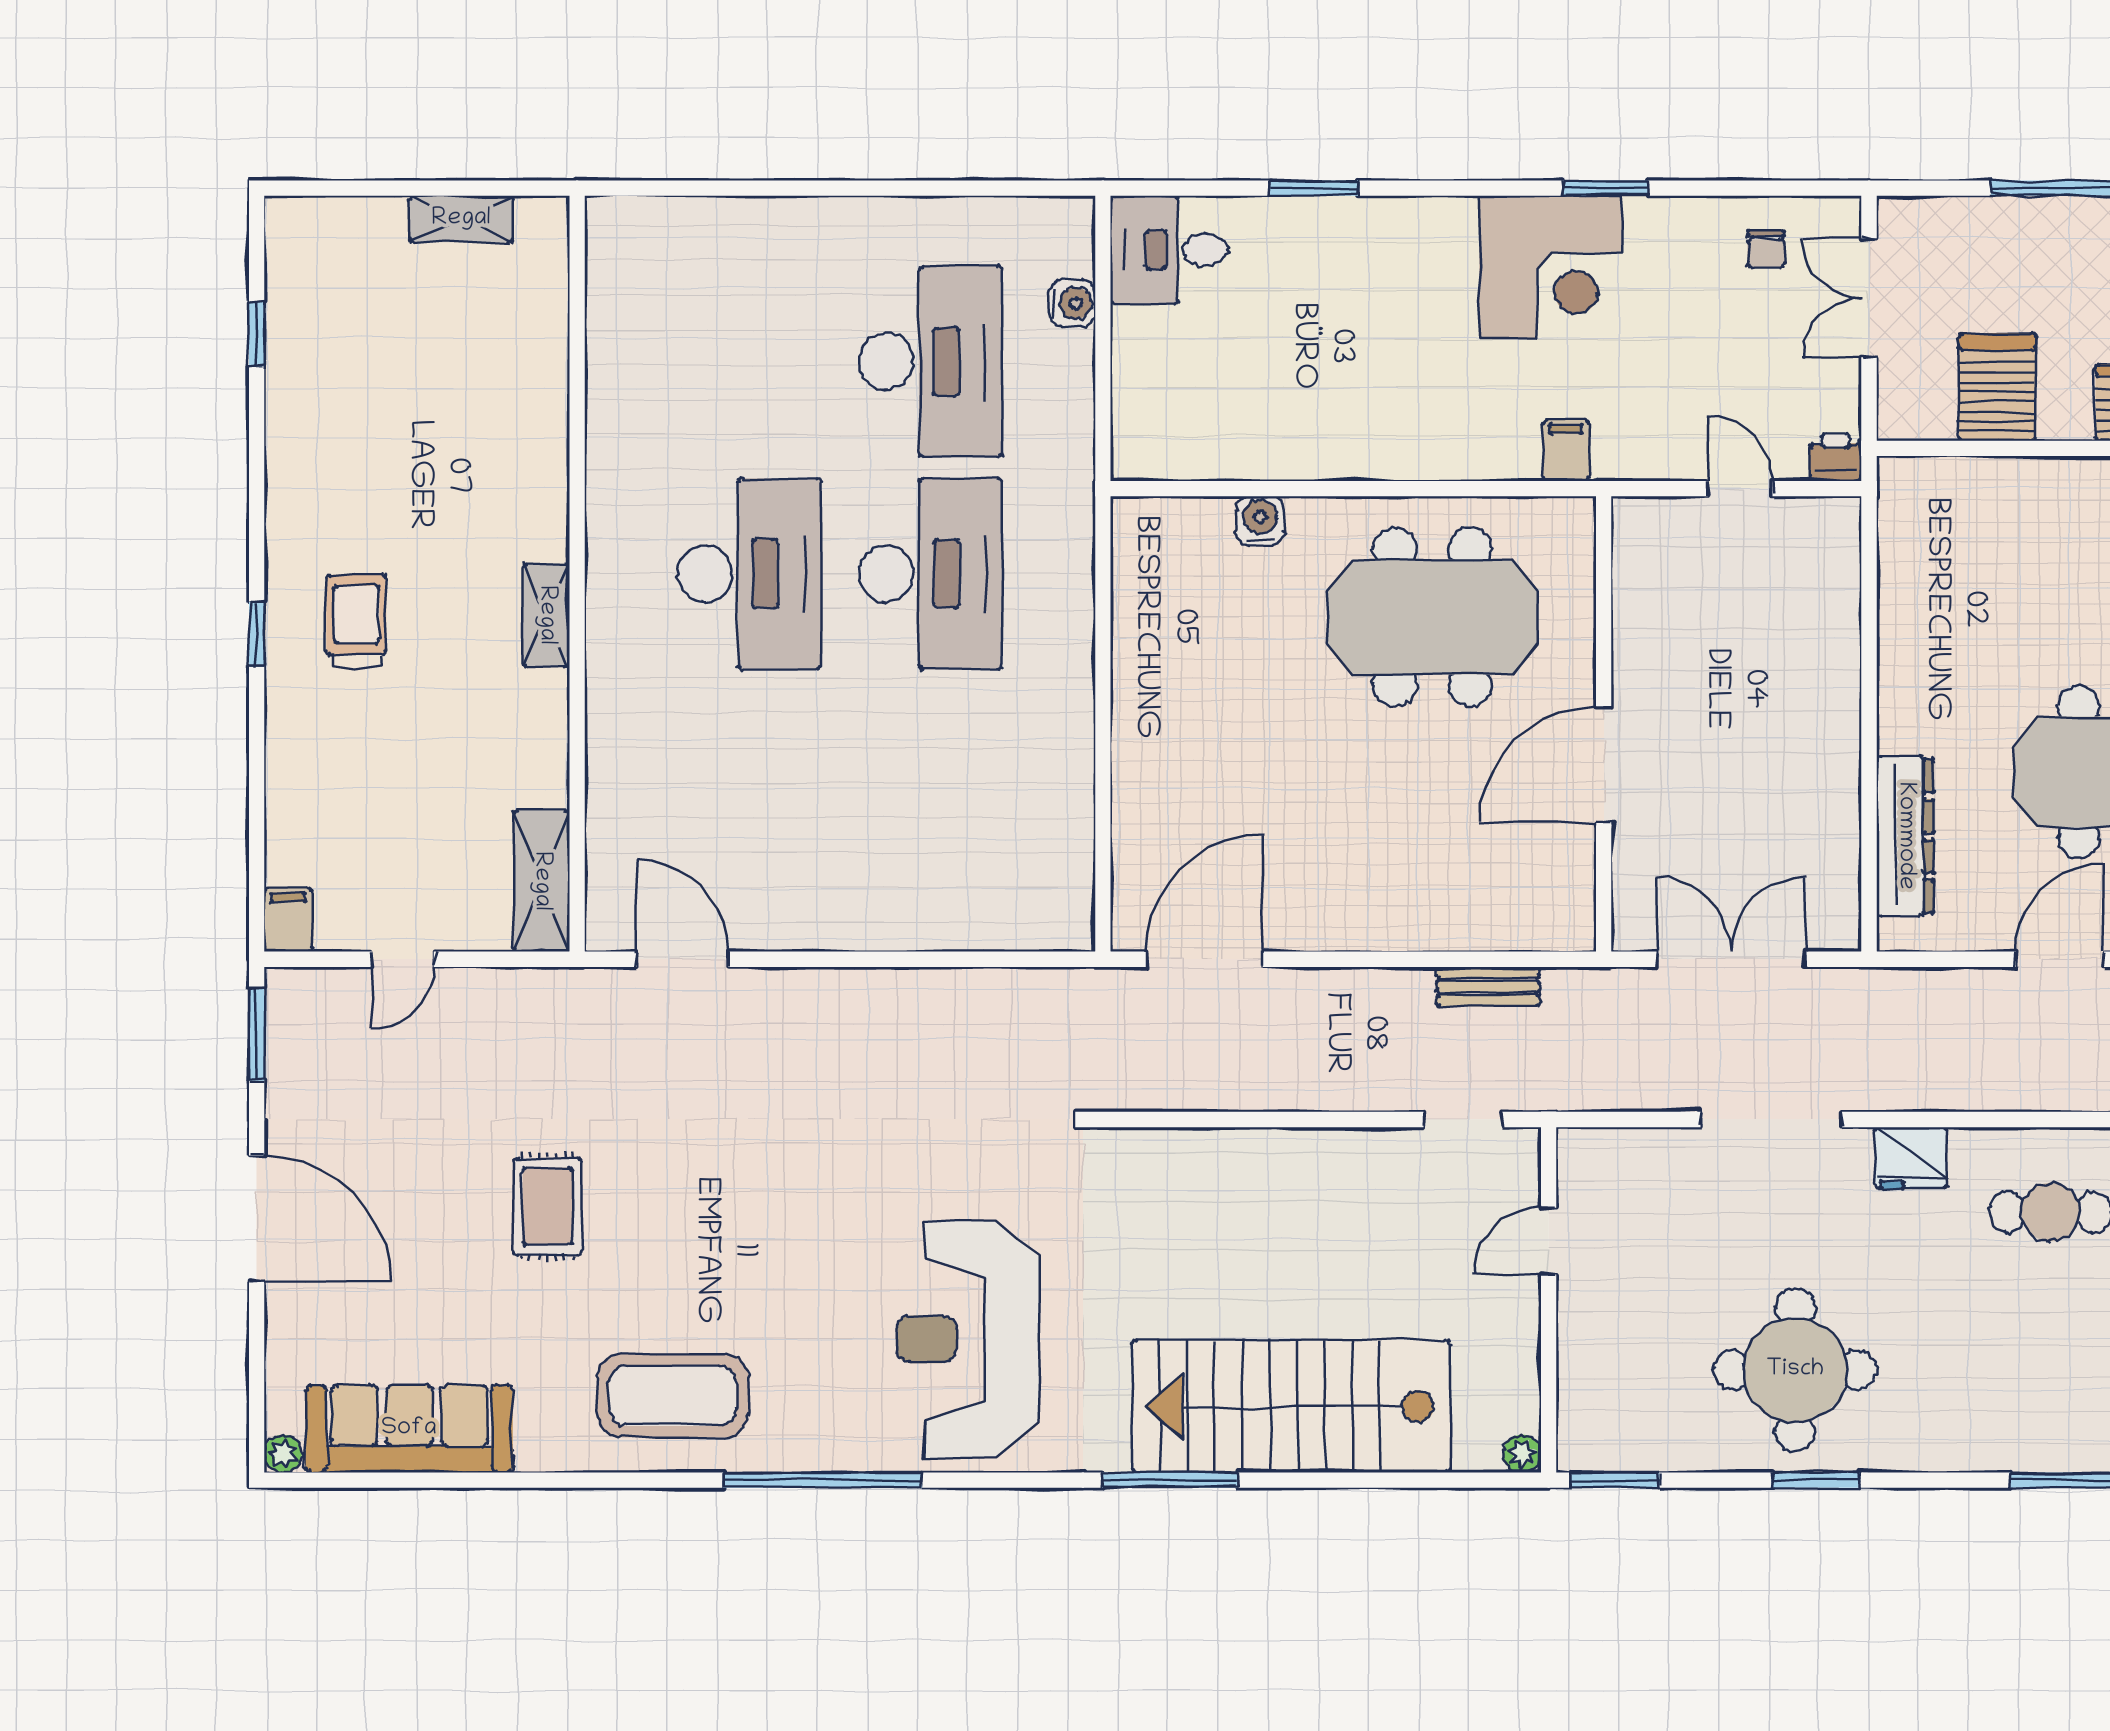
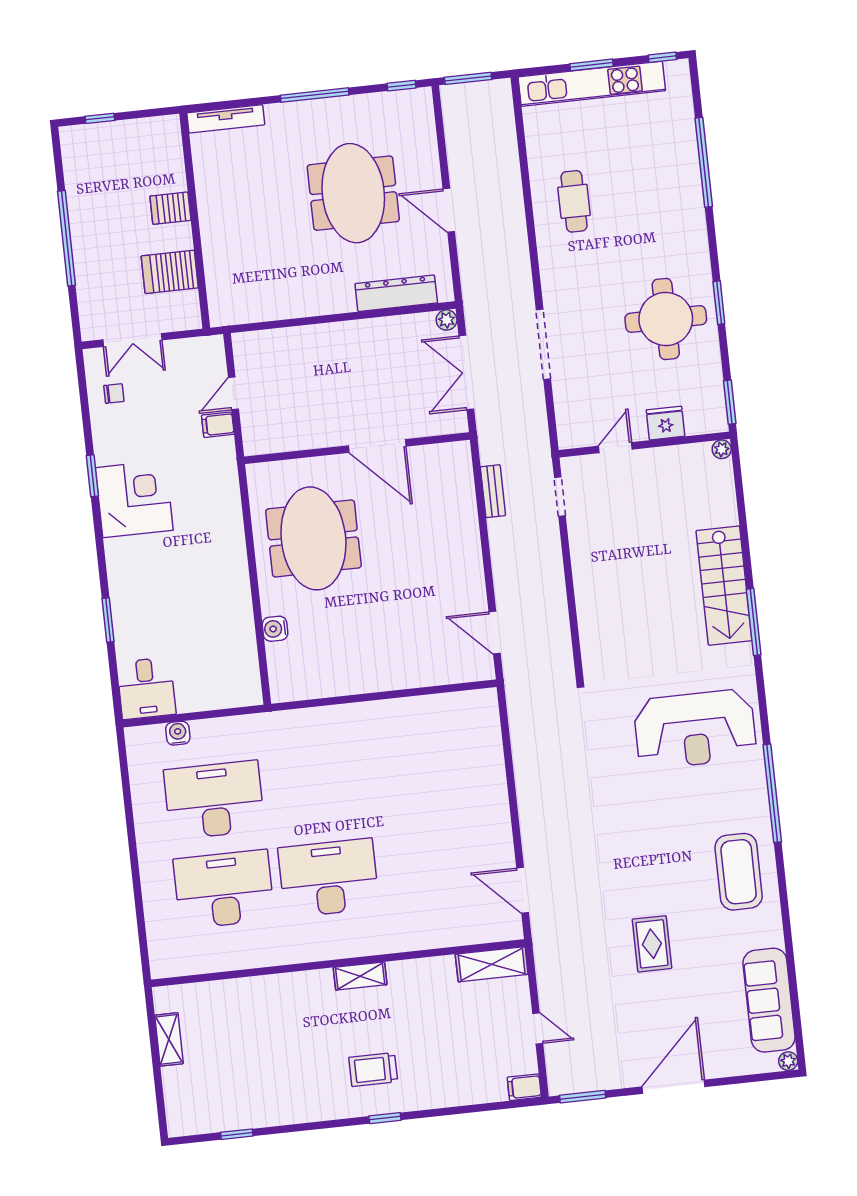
filing cabinet: (1566, 450) -> (218, 425), moved
printer: (1836, 458) -> (213, 348), removed
desk: (930, 574) -> (224, 889), moved
plant: (1841, 931) -> (447, 320), added
door: (683, 959) -> (523, 890), hinge flipped
door: (1204, 959) -> (495, 633), width x0.73
fridge: (1911, 1158) -> (666, 423), moved, turned -90
rug: (547, 1206) -> (652, 944), turned 90
door: (1549, 1241) -> (615, 448), swing flipped
stairs: (1291, 1406) -> (724, 586), width x0.73, depth x0.66

